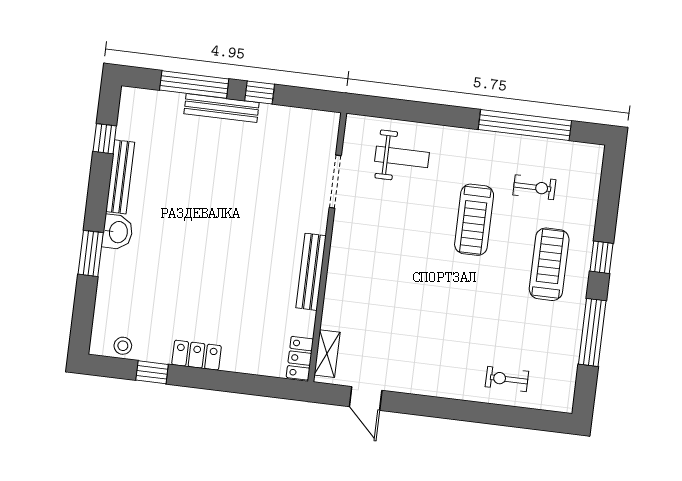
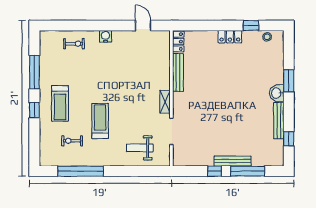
bench: (311, 272) -> (178, 72), moved
shelving: (327, 354) -> (165, 102), moved
water cooler: (443, 386) -> (106, 36), added

